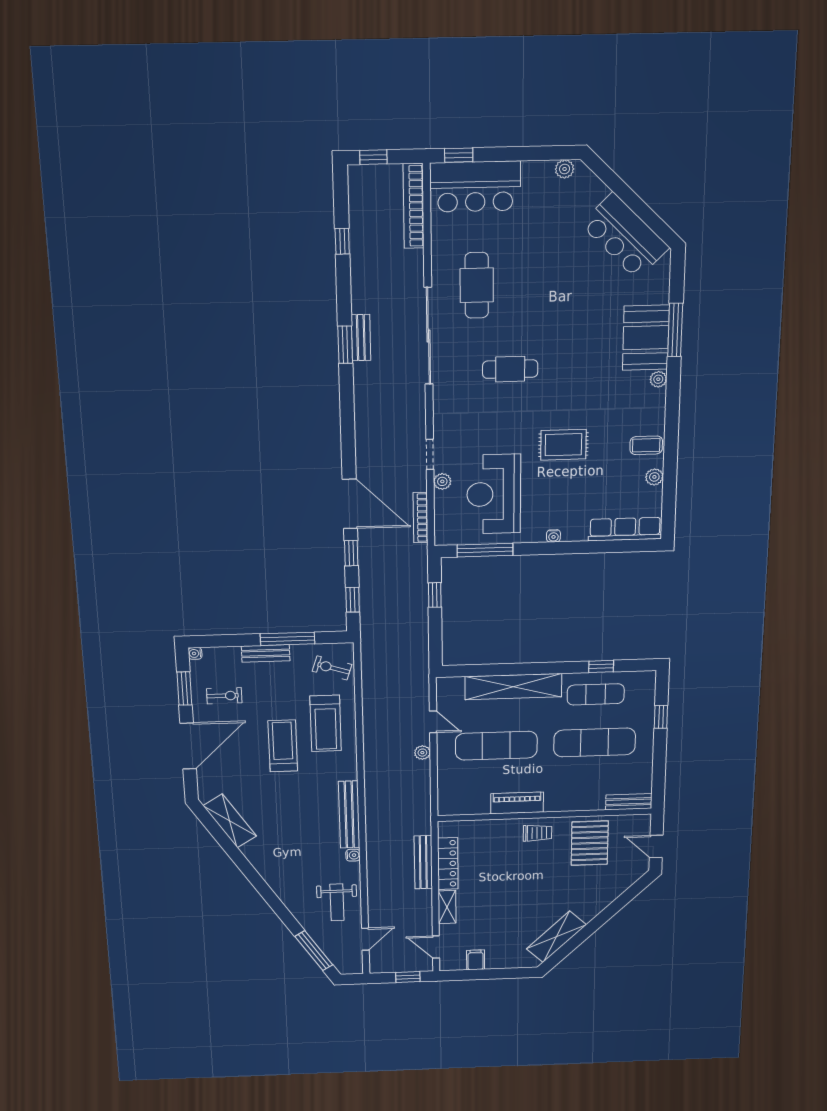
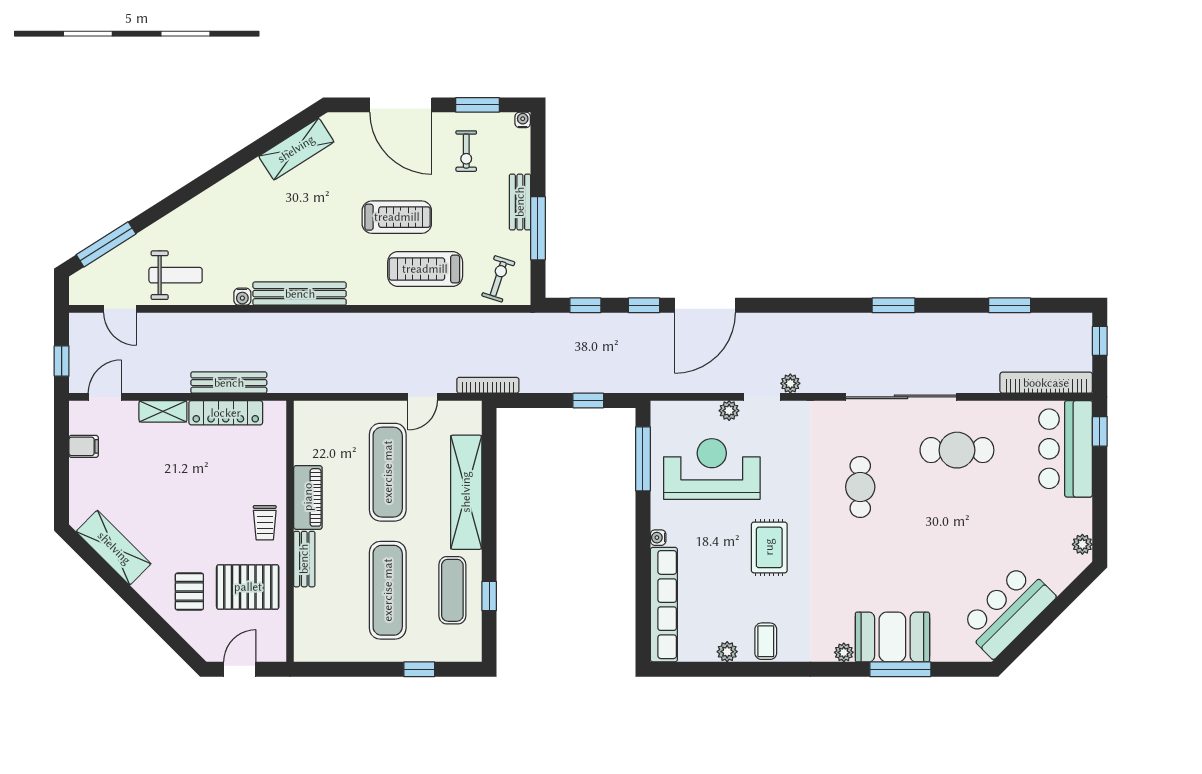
window: (342, 241) -> (1010, 305), width x1.50
bench: (361, 338) -> (901, 323), removed
bookcase: (420, 518) -> (488, 385), moved
row of seats: (625, 529) -> (664, 605), width x1.36
plant: (422, 753) -> (790, 383), moved
bench: (629, 802) -> (304, 559), moved
pallet: (592, 884) -> (189, 592), added
weight bench: (337, 902) -> (176, 275), turned 180

